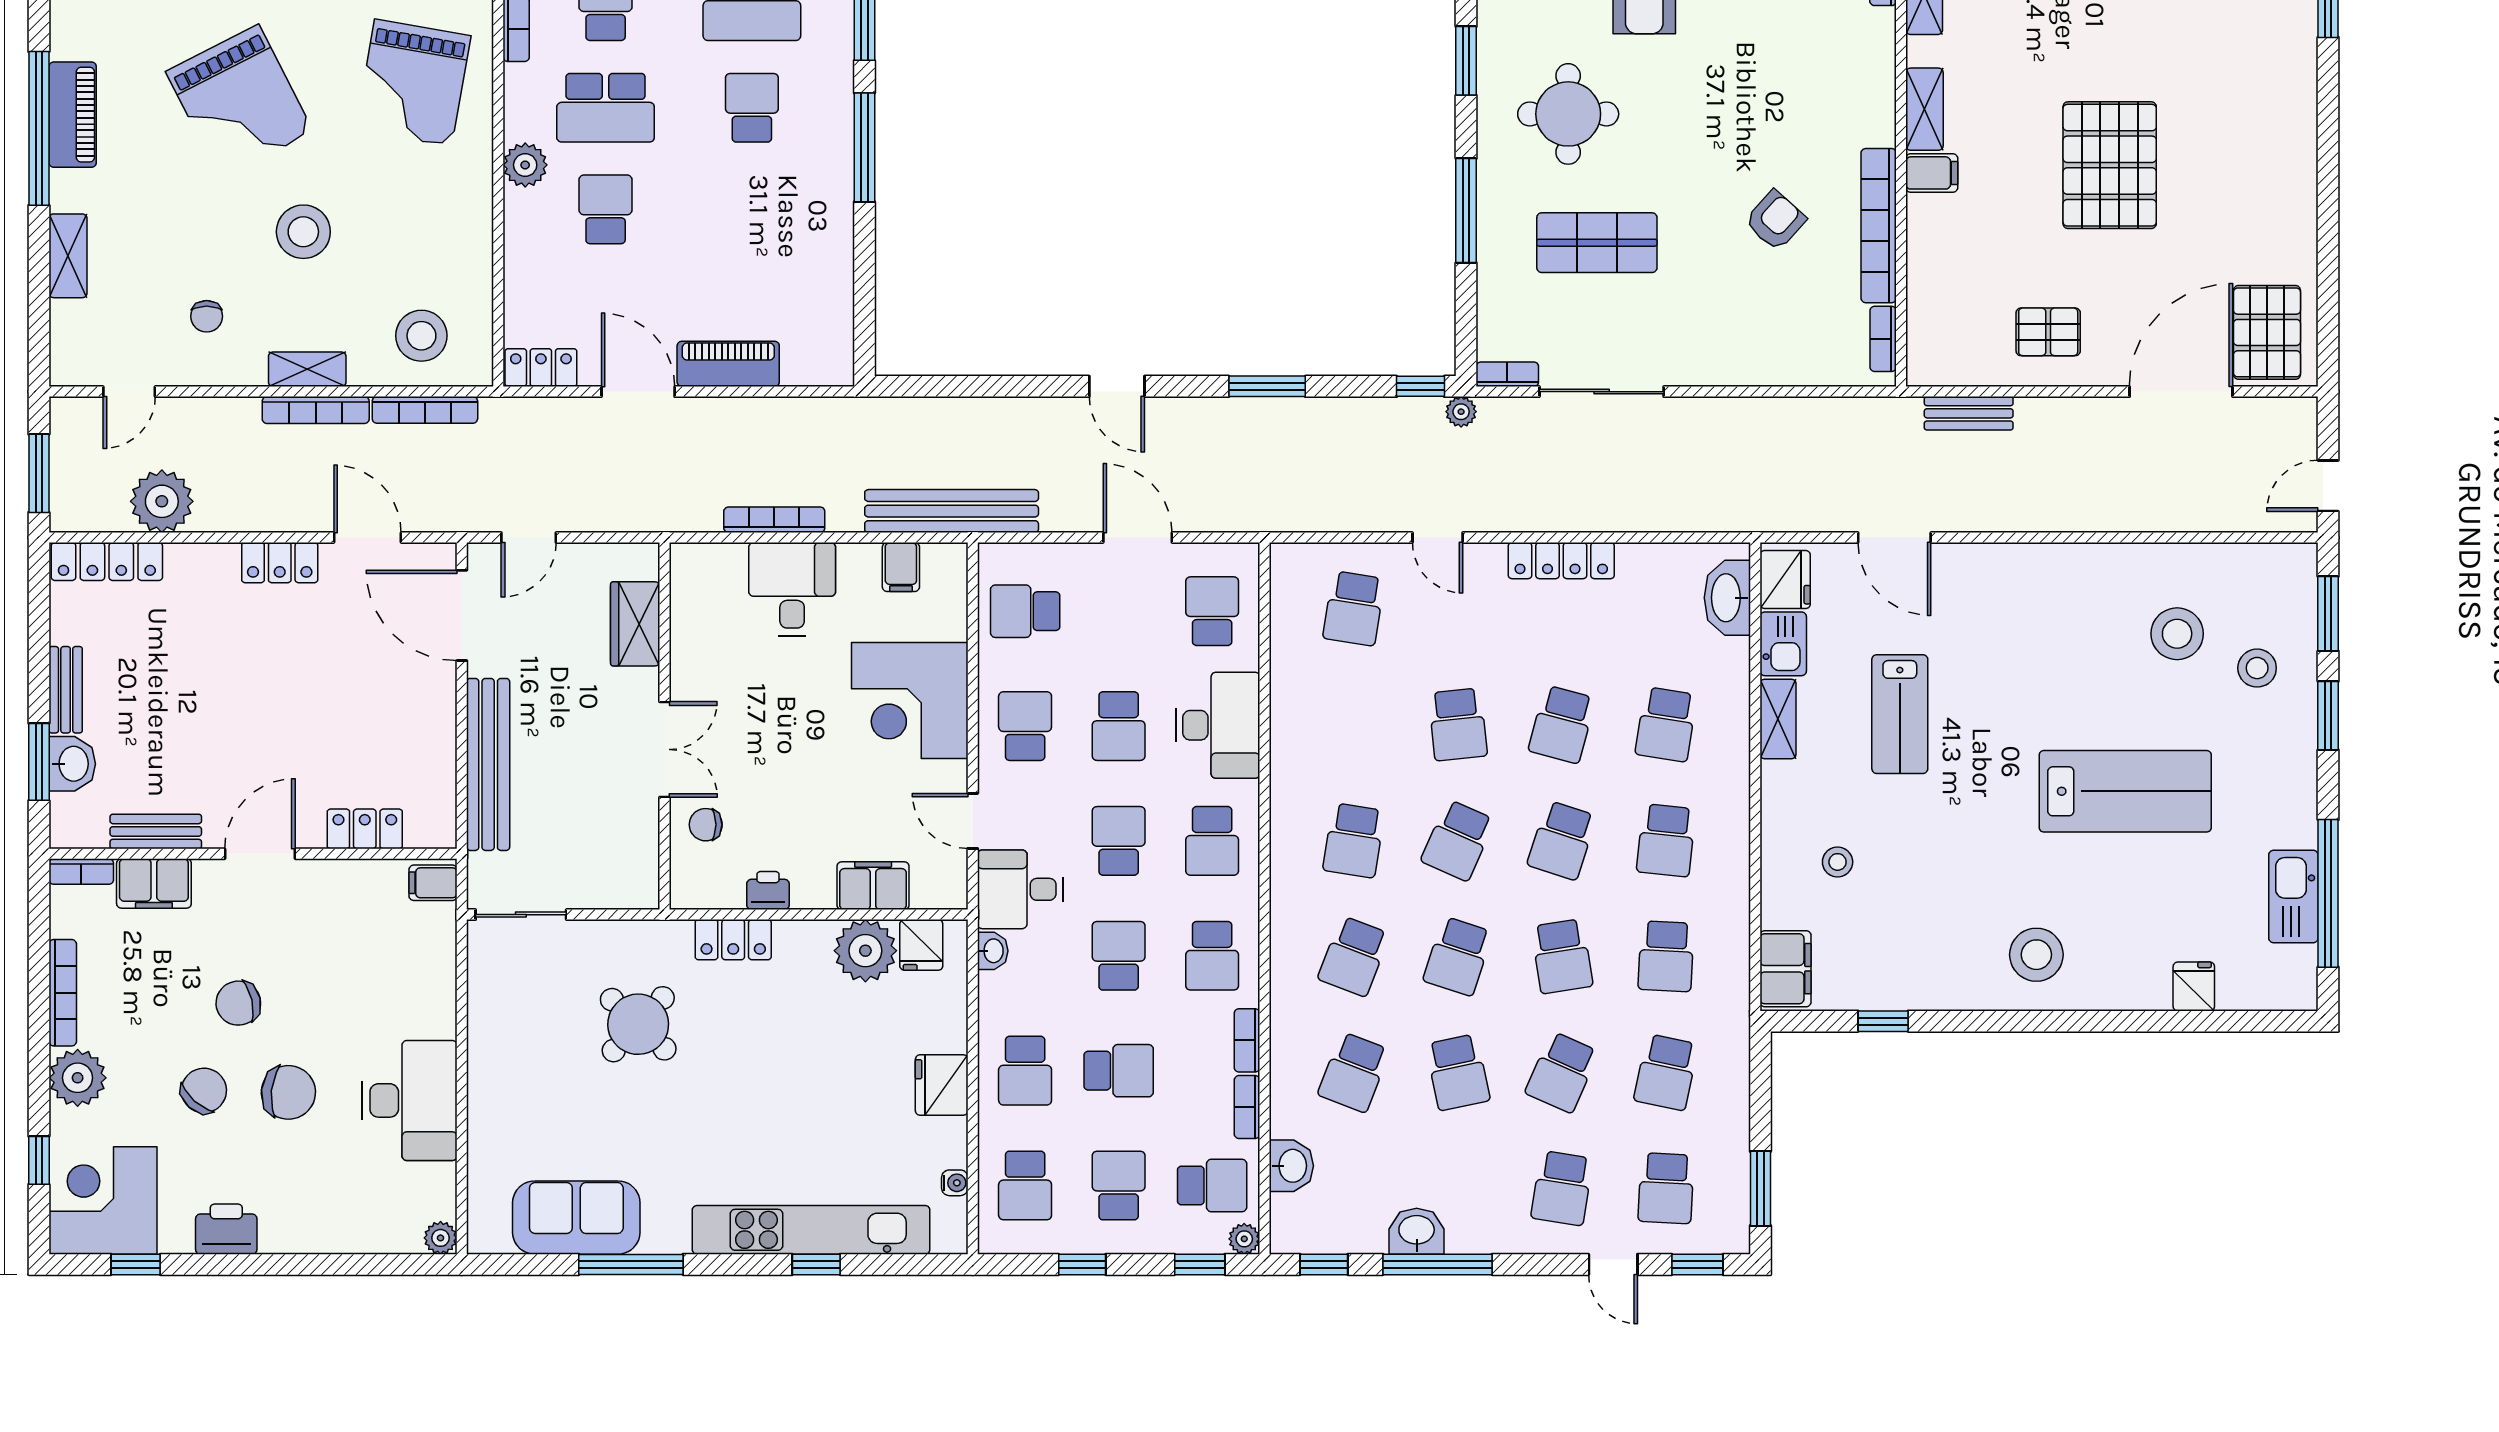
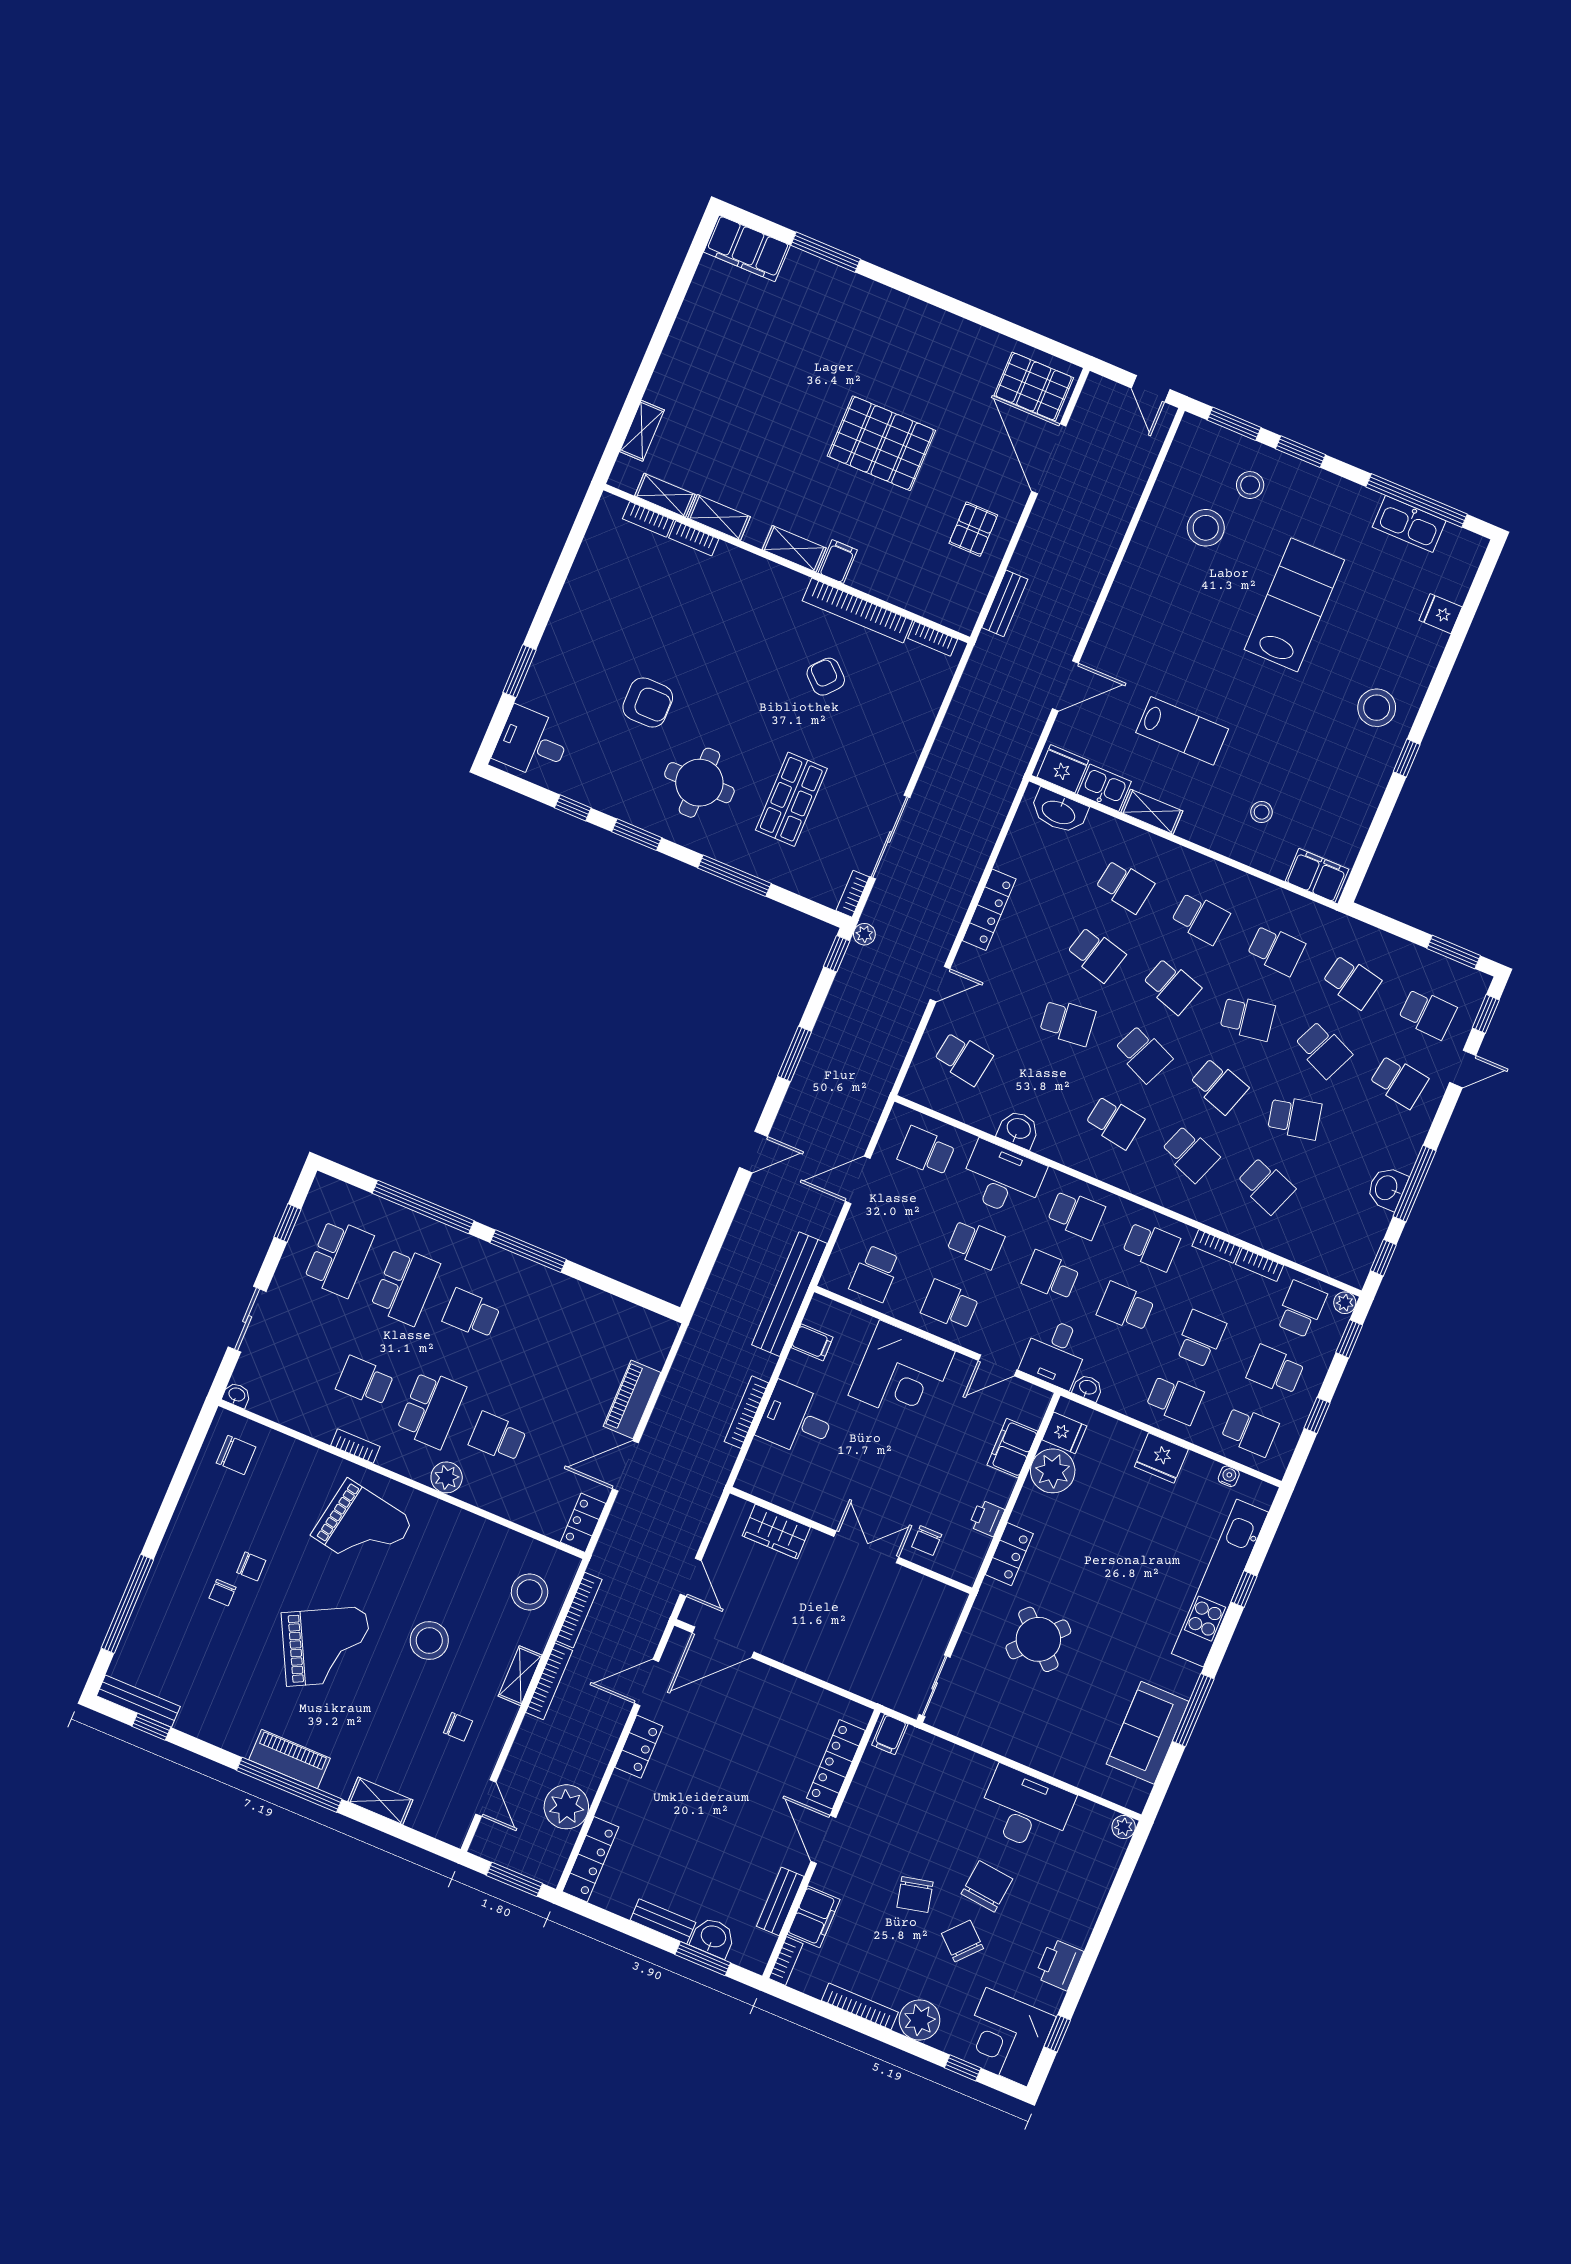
bench: (488, 764) -> (828, 1666), removed
locker: (365, 829) -> (836, 1764), width x1.53
window: (1883, 1021) -> (1407, 758), moved
washbasin: (1291, 1166) -> (1018, 1129), moved

